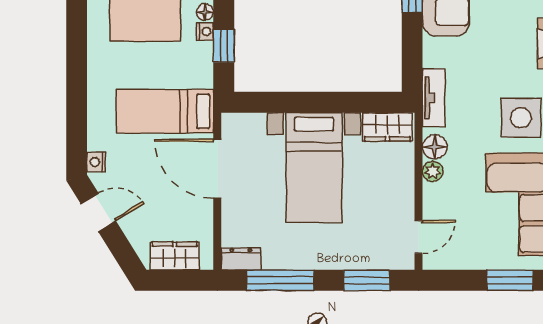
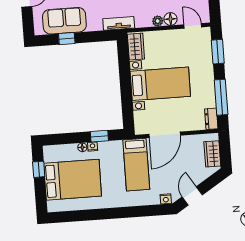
floor lamp: (435, 147) -> (170, 19), moved

